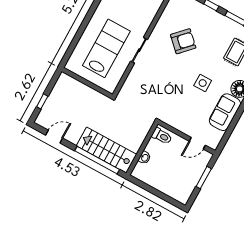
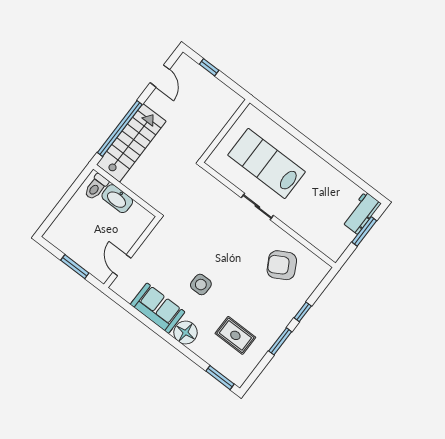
armchair: (183, 41) -> (282, 265), moved, turned 107
lab bench: (106, 48) -> (267, 163), turned 180
toilet: (162, 136) -> (96, 187), moved
washbasin: (145, 158) -> (117, 199), width x1.91, depth x1.45

